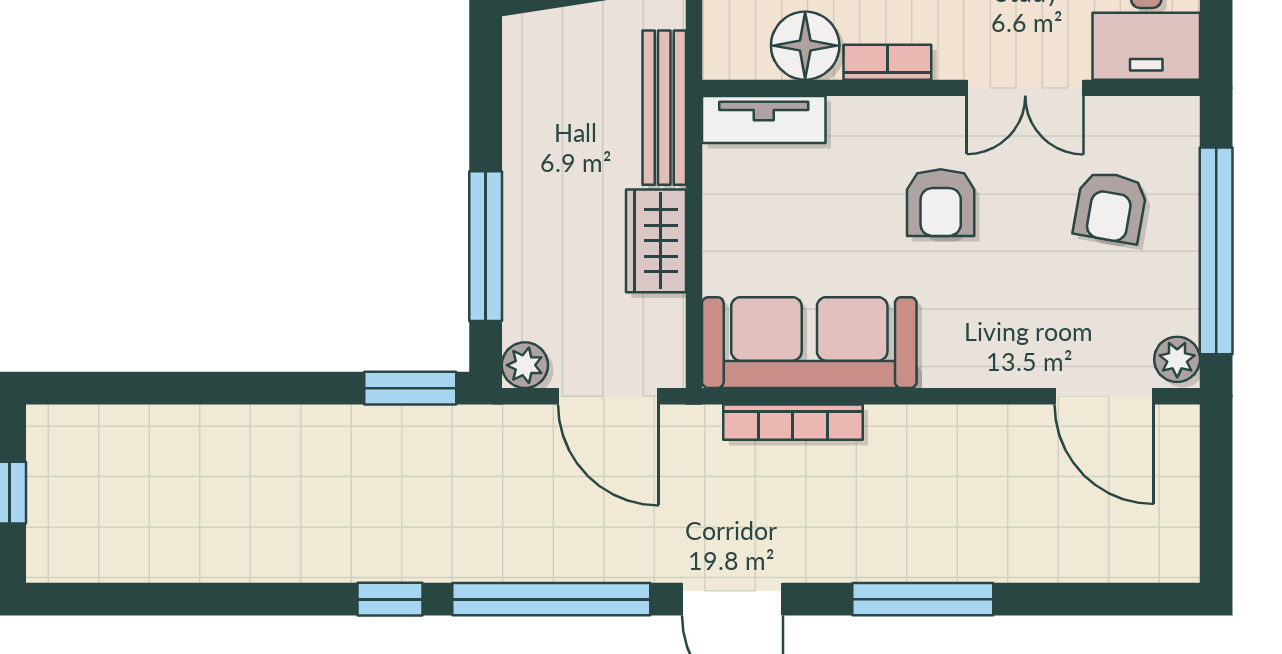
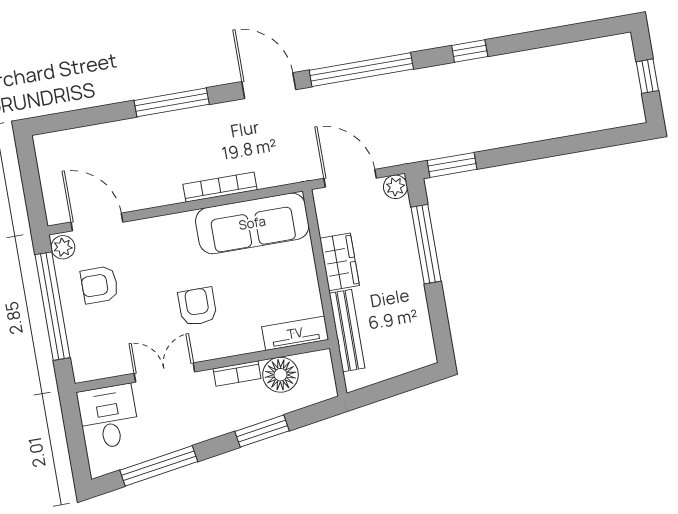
armchair: (1110, 207) -> (99, 285), moved, turned -100
bookcase: (793, 422) -> (220, 187), moved
window: (390, 599) -> (470, 51), moved

